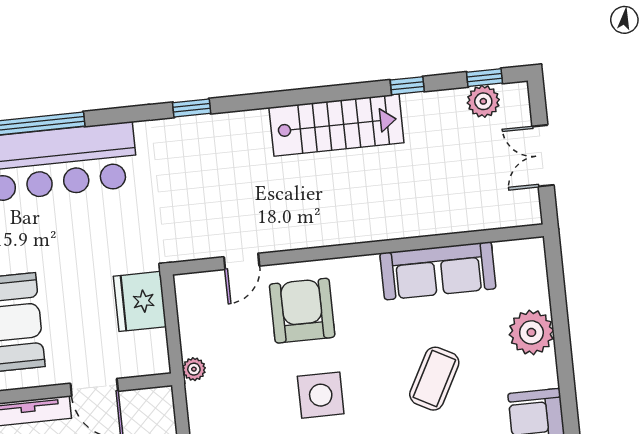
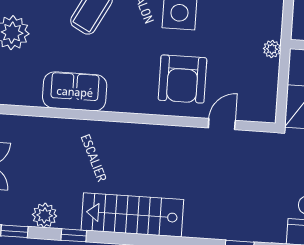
plant: (483, 101) -> (45, 215), moved
sofa: (438, 271) -> (75, 91), width x0.73

